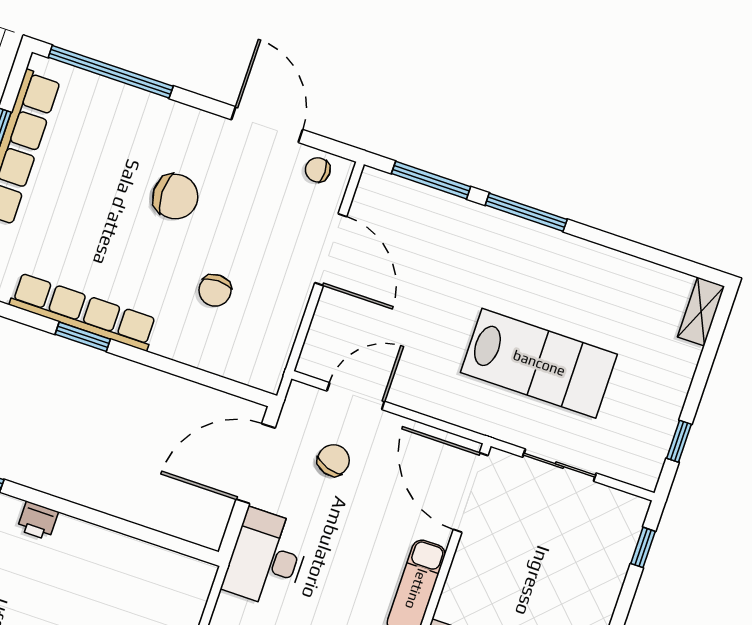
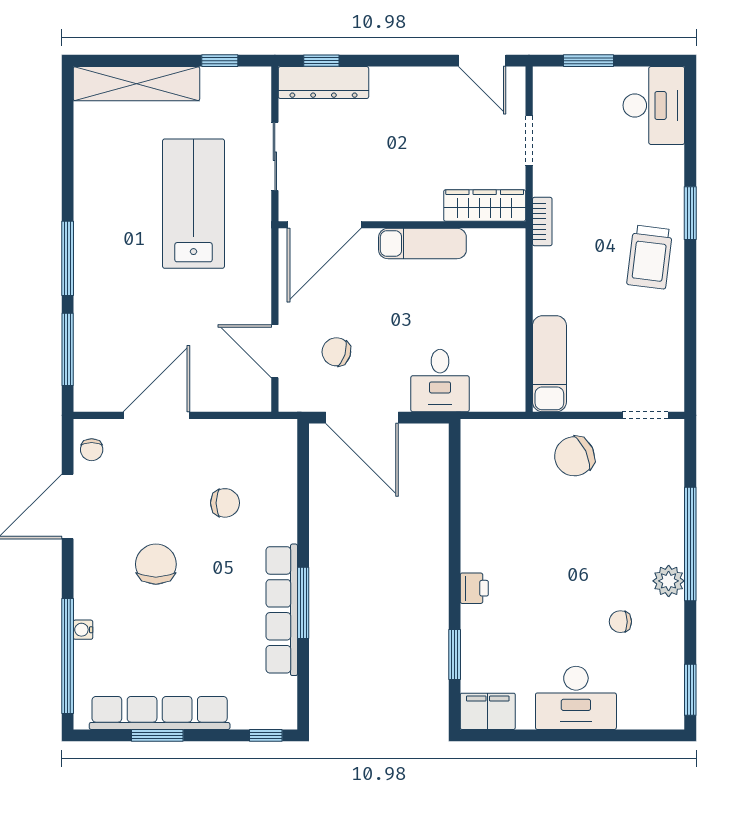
water cooler: (133, 97) -> (83, 630), added
shelving: (701, 312) -> (136, 84), width x2.20, depth x1.33
window: (83, 337) -> (303, 603), width x1.44
dresser: (619, 542) -> (323, 83), added
desk: (267, 558) -> (440, 381), width x0.73

